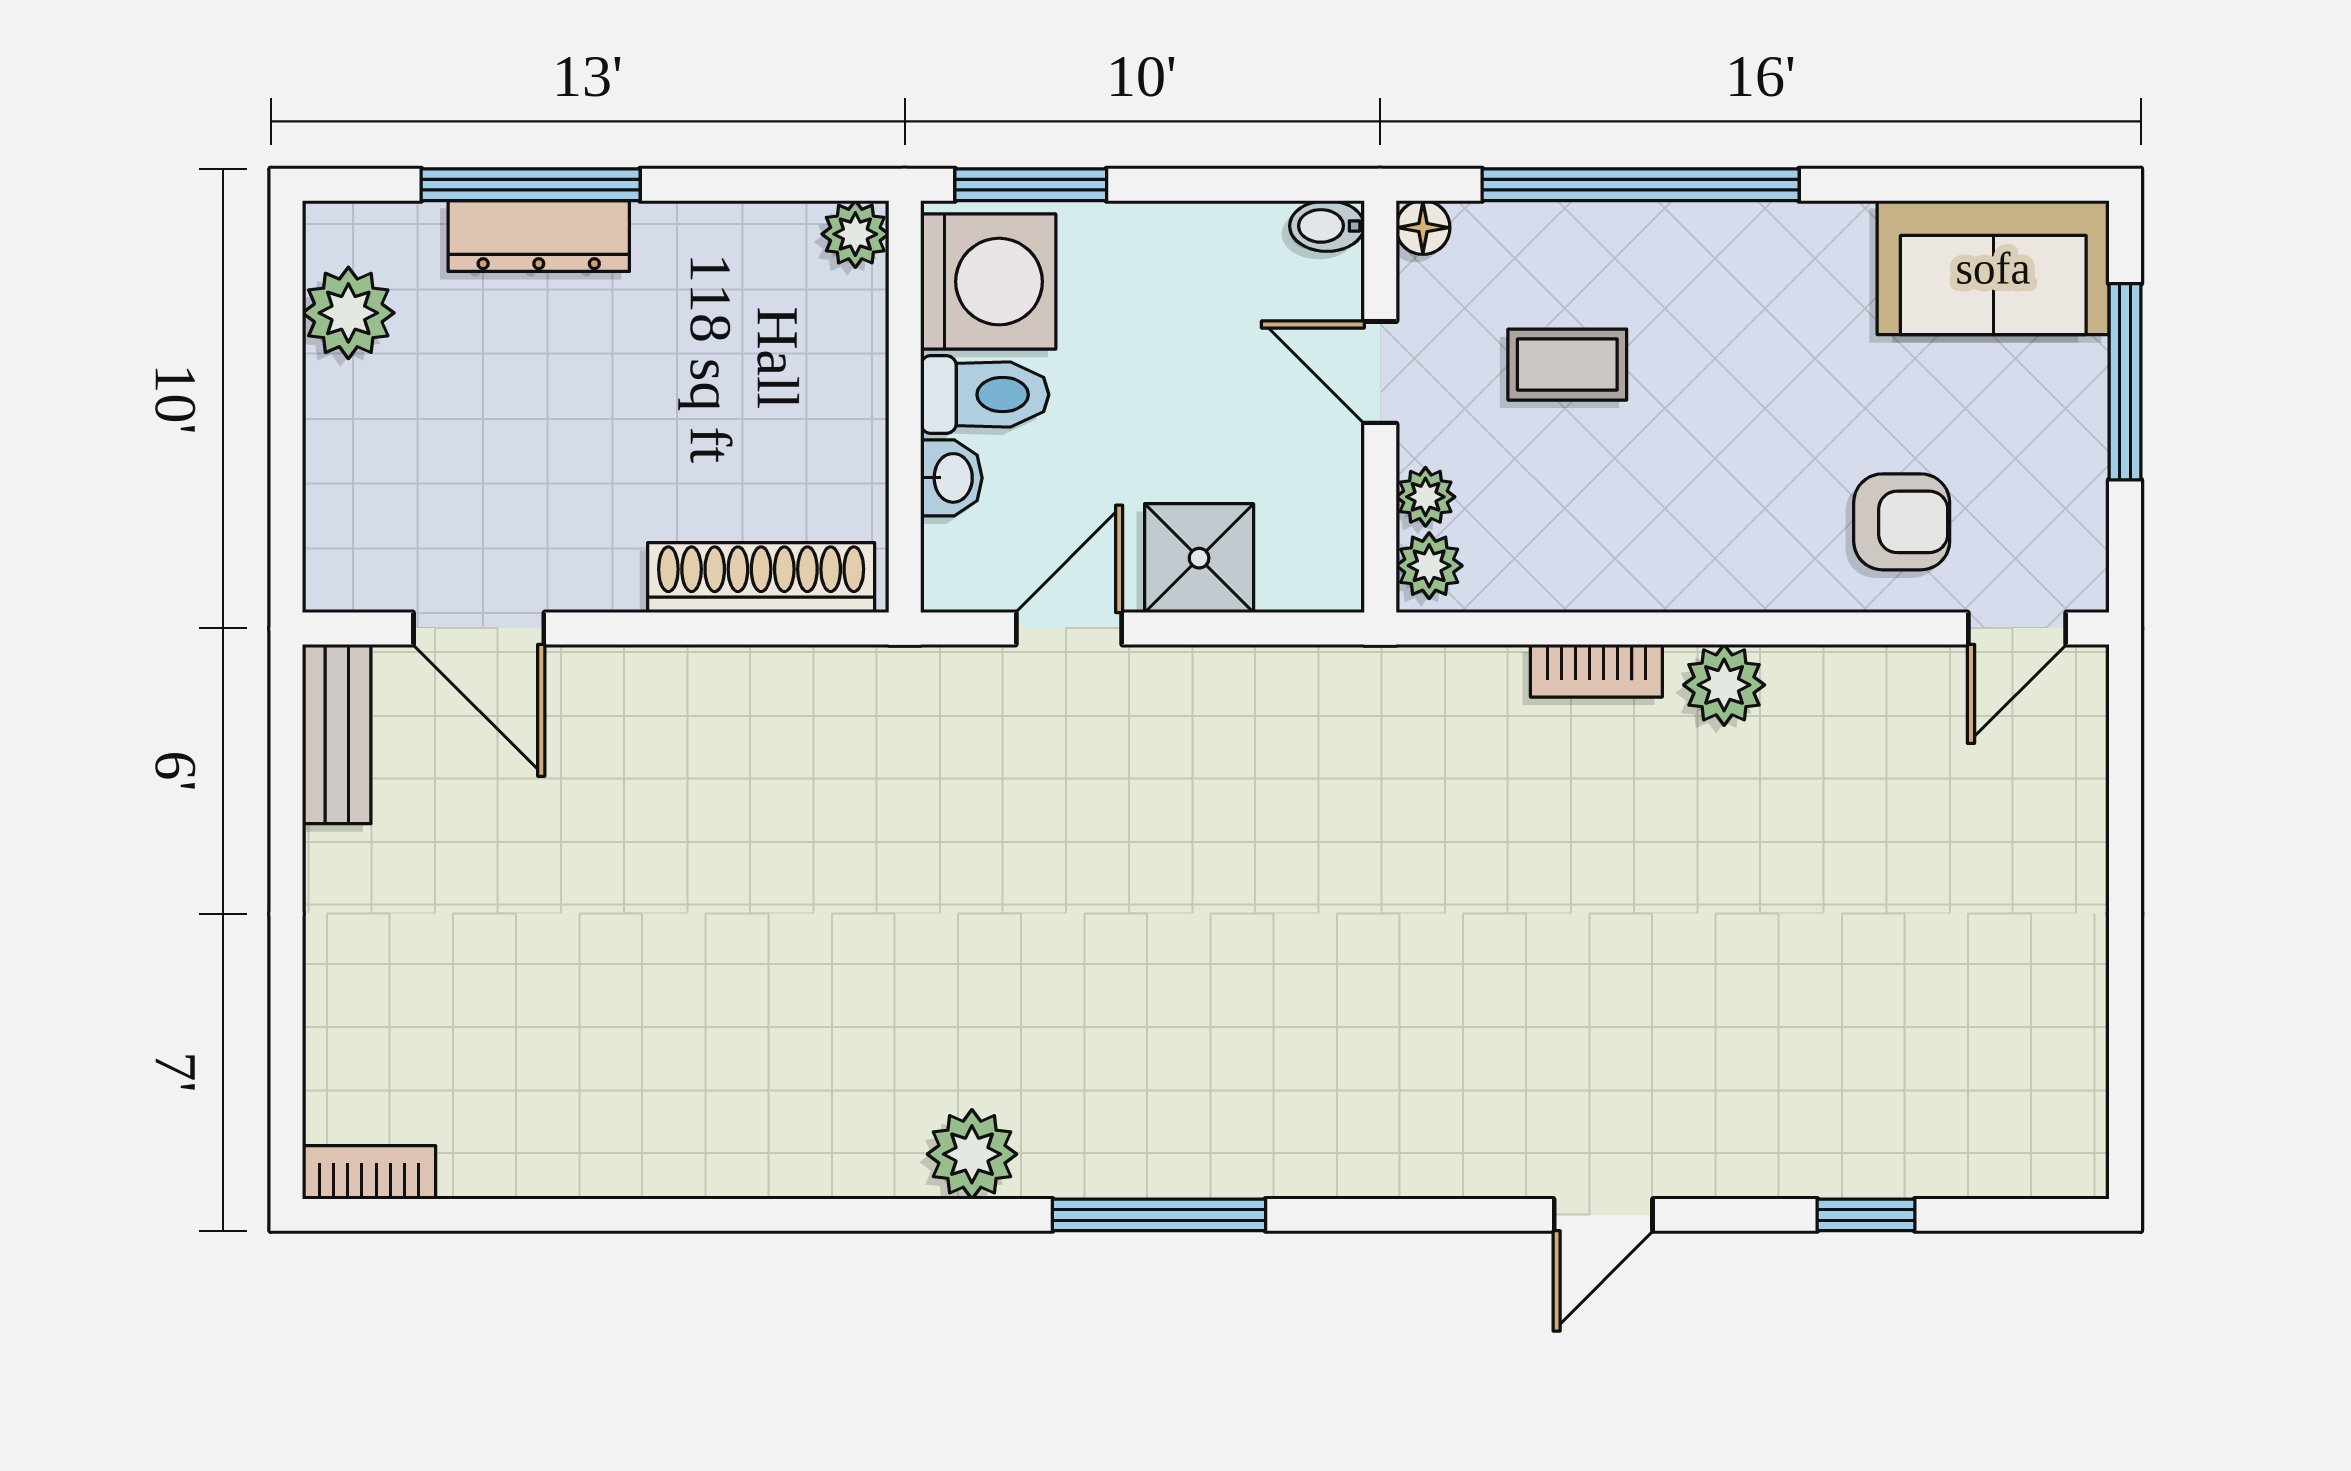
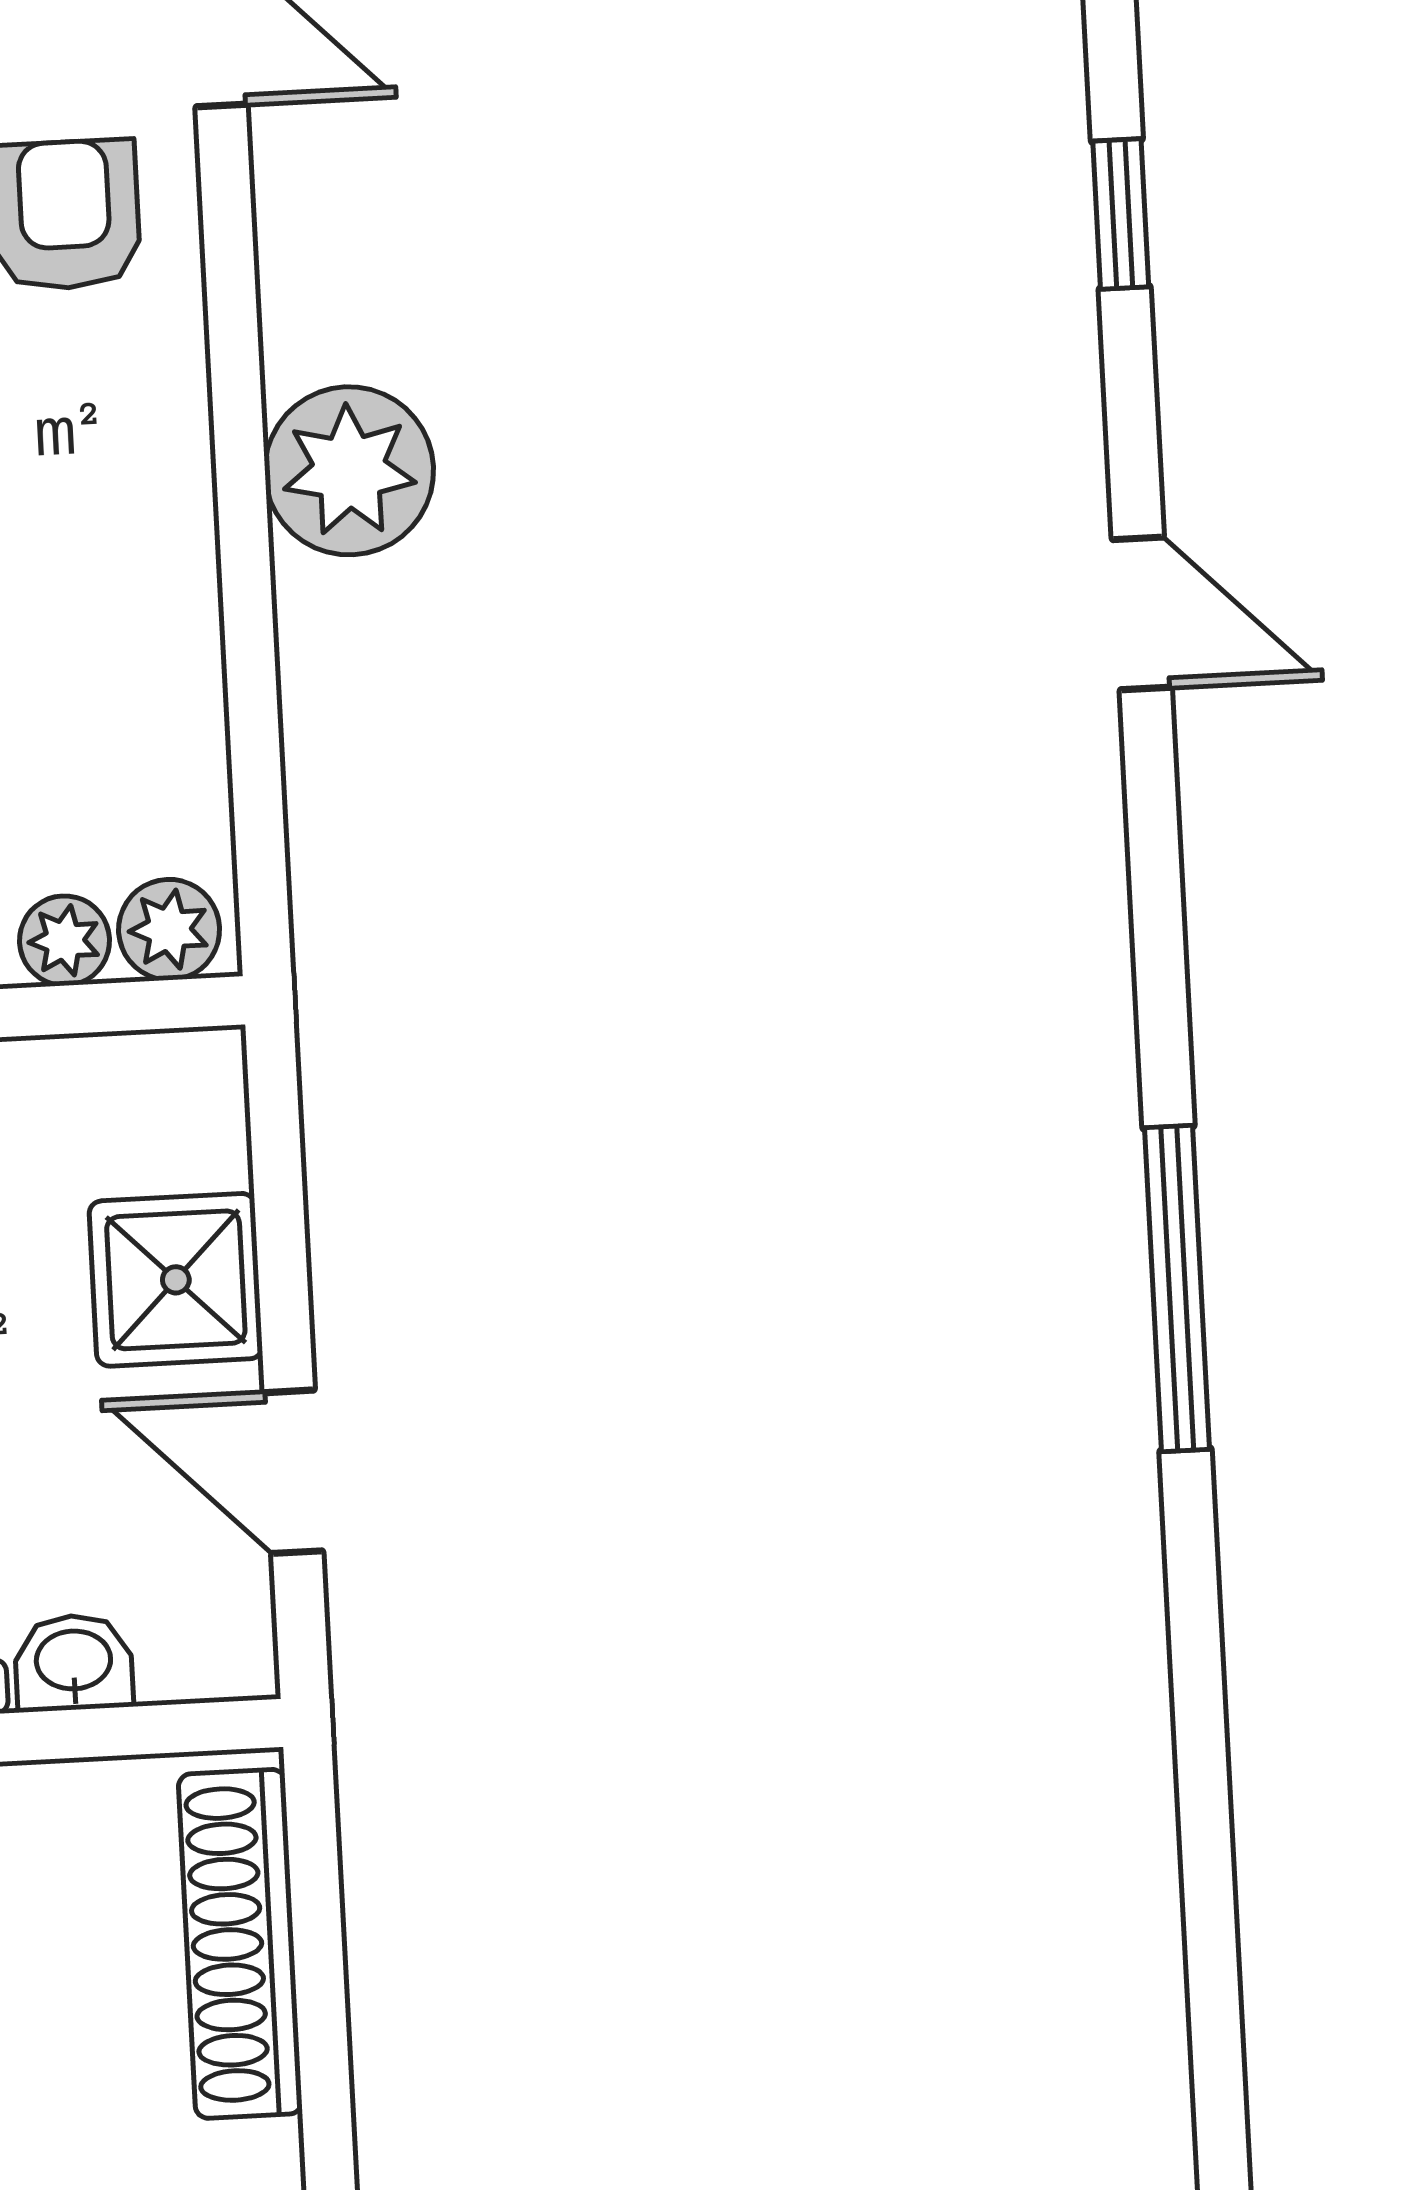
bookcase: (1596, 671) -> (315, 667), removed
plant: (1724, 685) -> (349, 471), width x1.36, depth x1.36
plant: (972, 1154) -> (1100, 1577), removed

